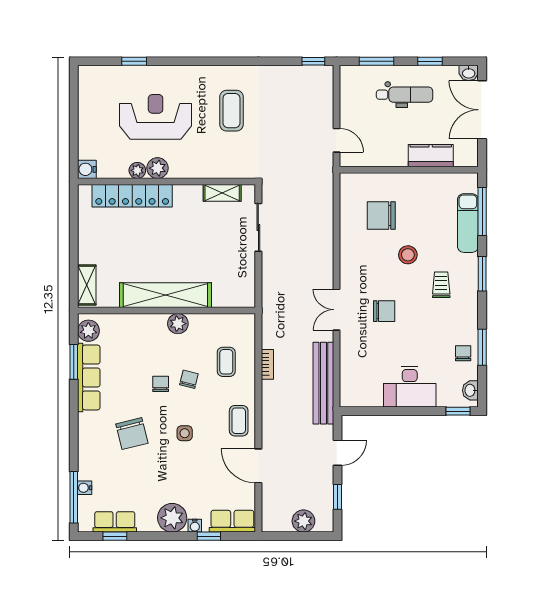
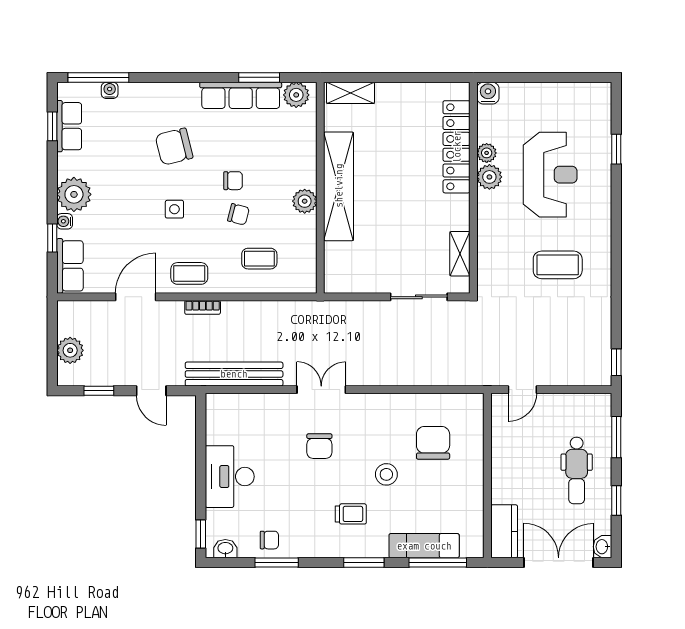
kitchen counter: (431, 156) -> (504, 531), moved
bookcase: (267, 364) -> (203, 307), moved

